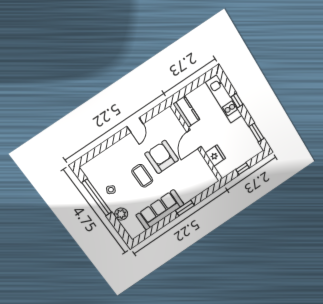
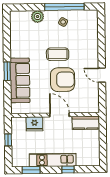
kitchen unit: (224, 99) -> (53, 160), moved
sofa: (160, 210) -> (20, 80), moved

